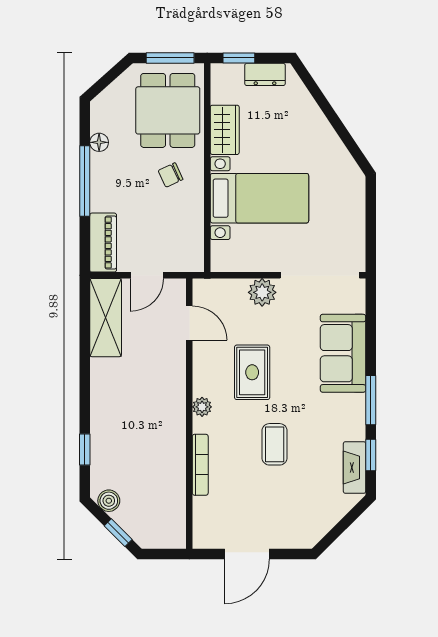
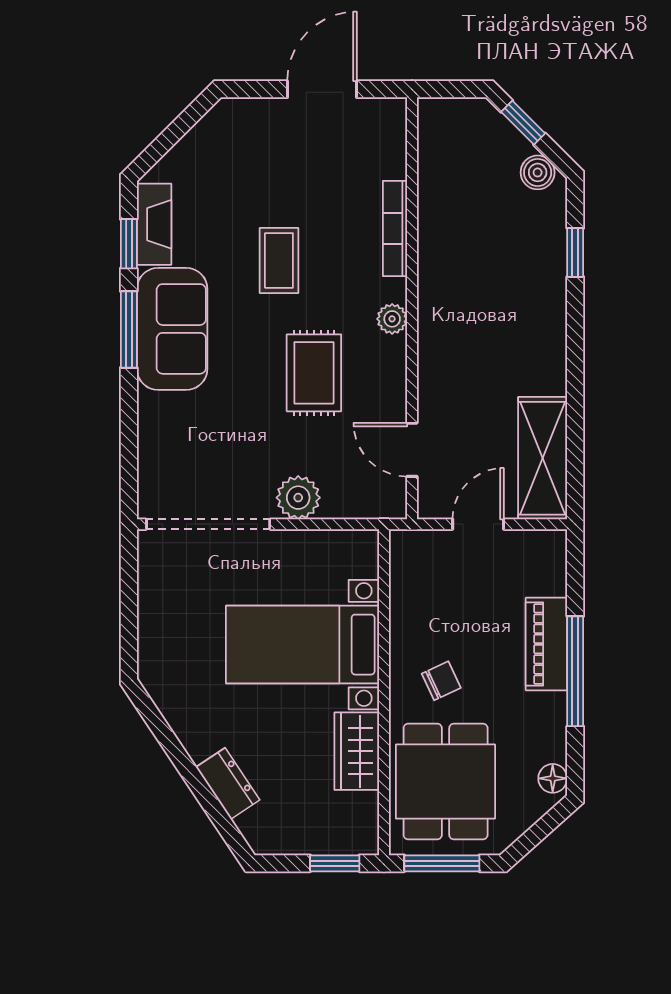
dresser: (265, 74) -> (228, 784), moved, turned 56
floor lamp: (99, 142) -> (553, 778), moved
piano: (103, 243) -> (546, 644), moved
sofa: (343, 353) -> (172, 329), moved

